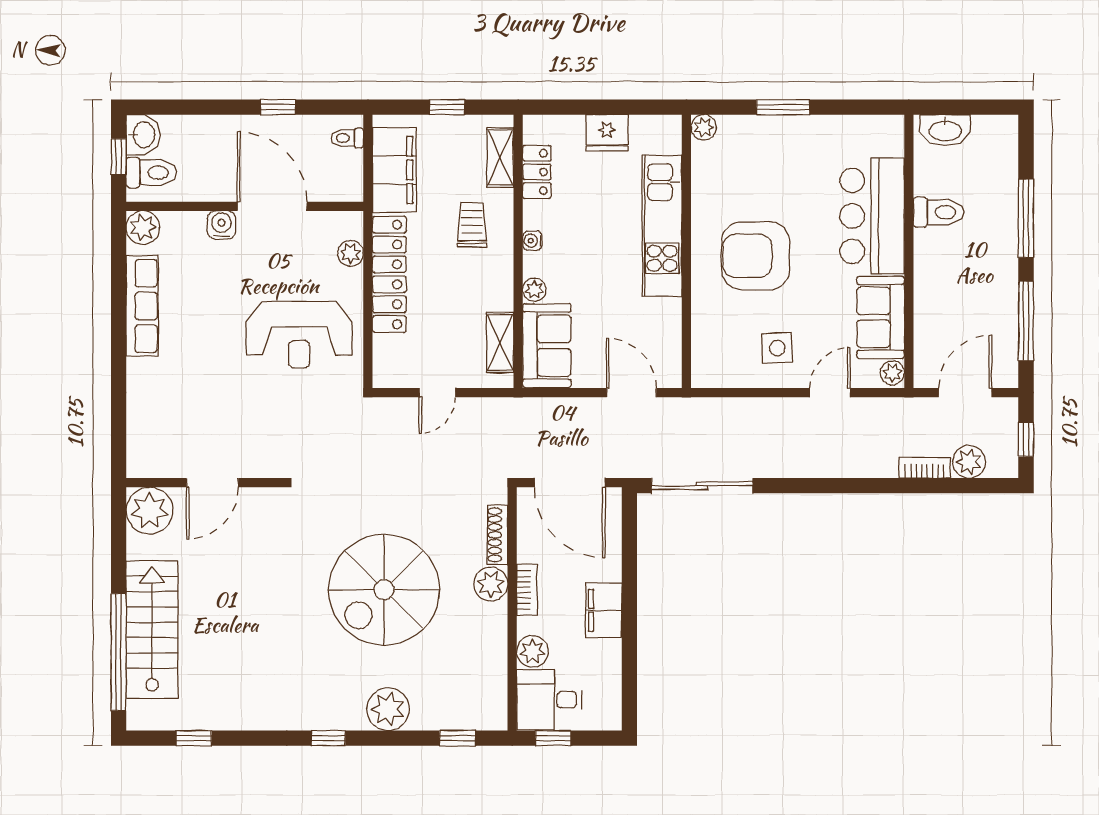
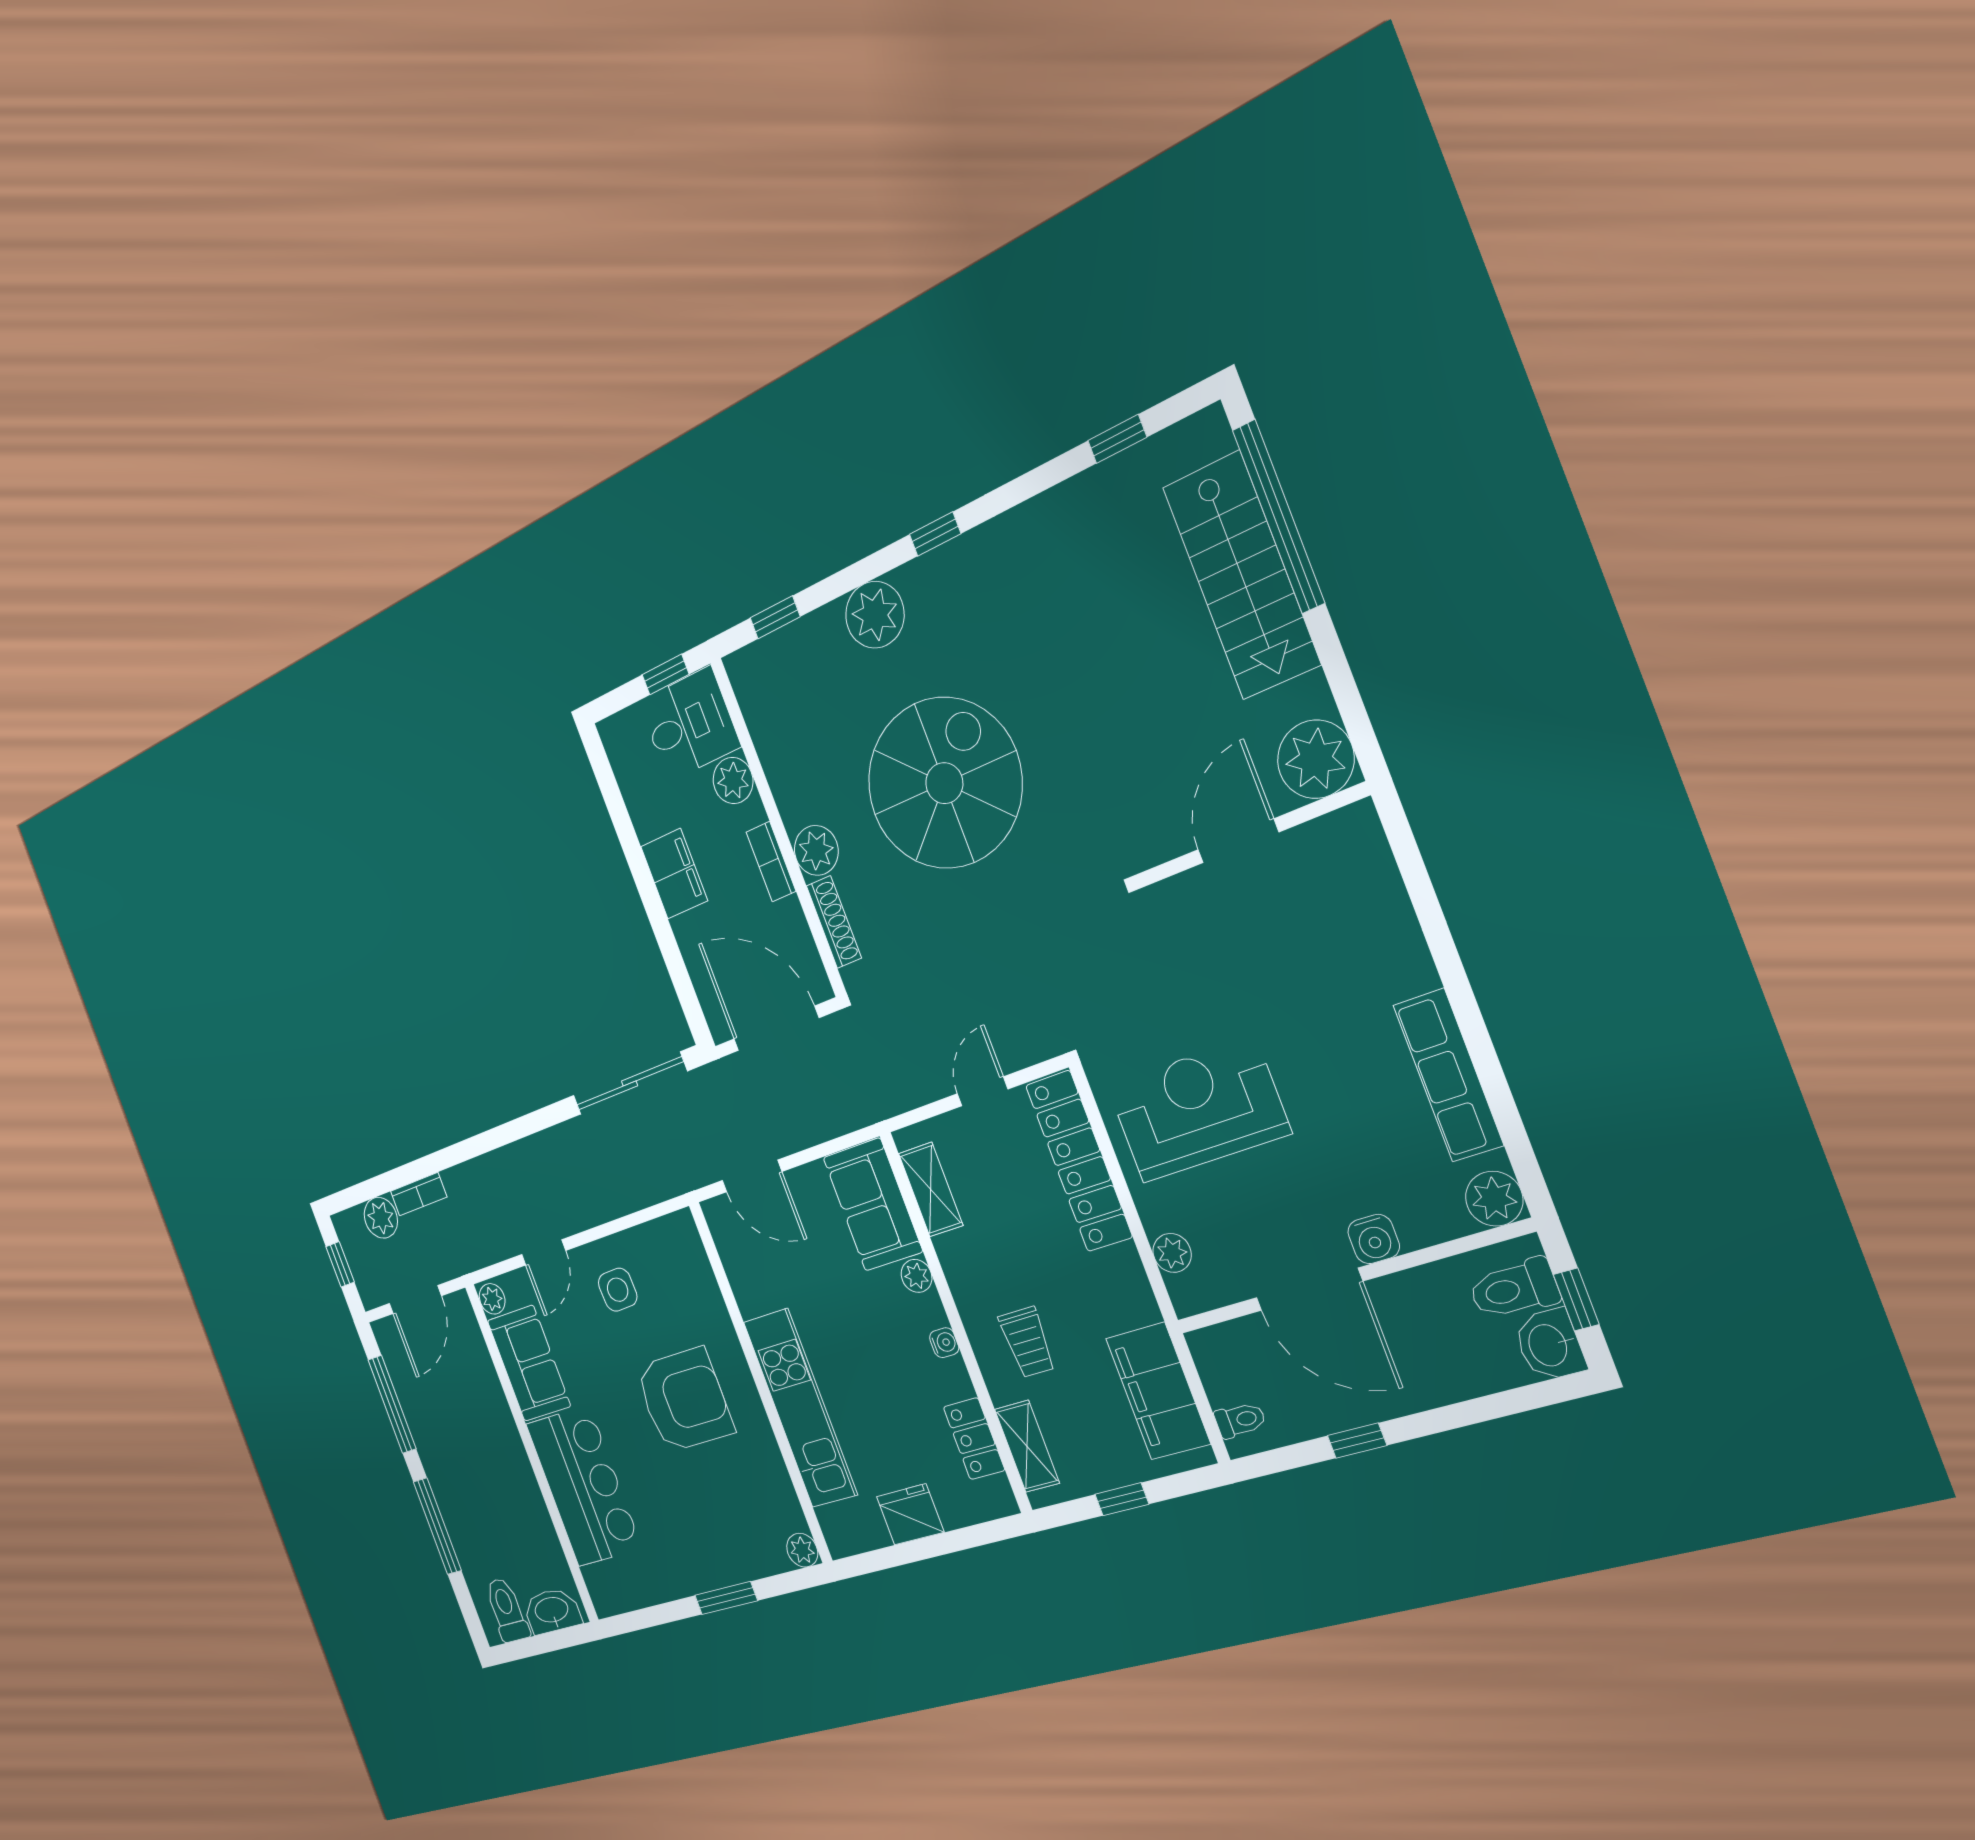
toilet: (938, 212) -> (507, 1610), moved, turned 90
locker: (389, 274) -> (1079, 1161), moved

